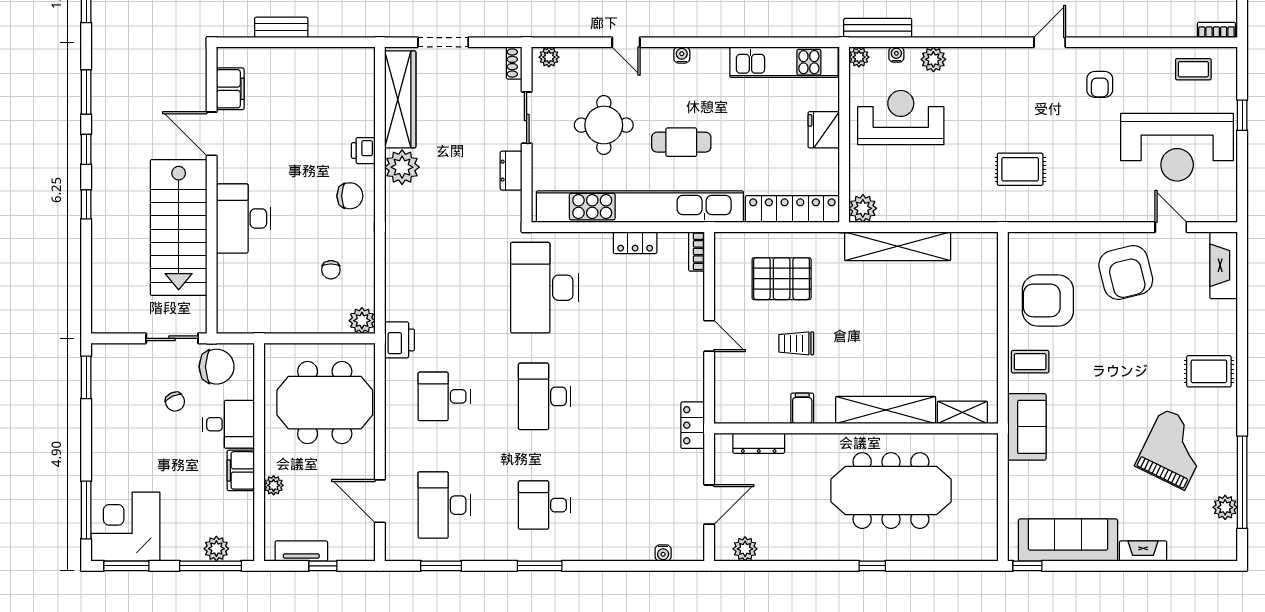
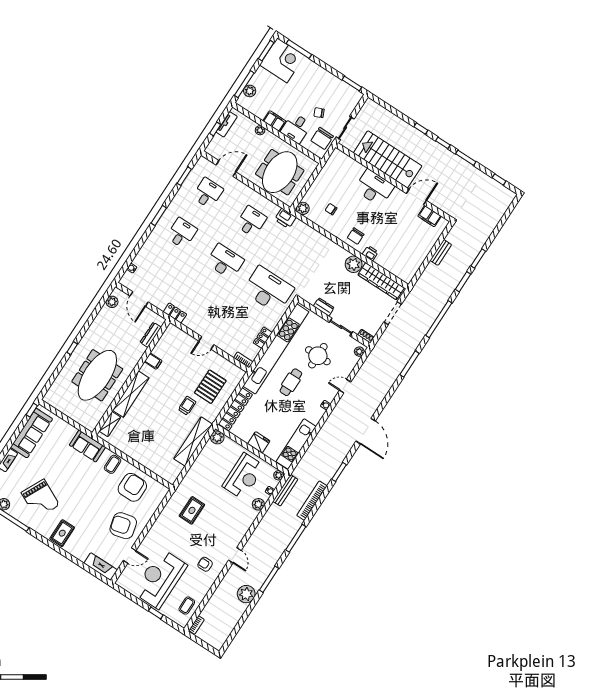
trolley: (796, 343) -> (187, 406), moved
desk: (444, 505) -> (208, 193), width x0.73

